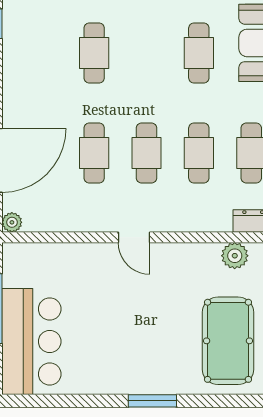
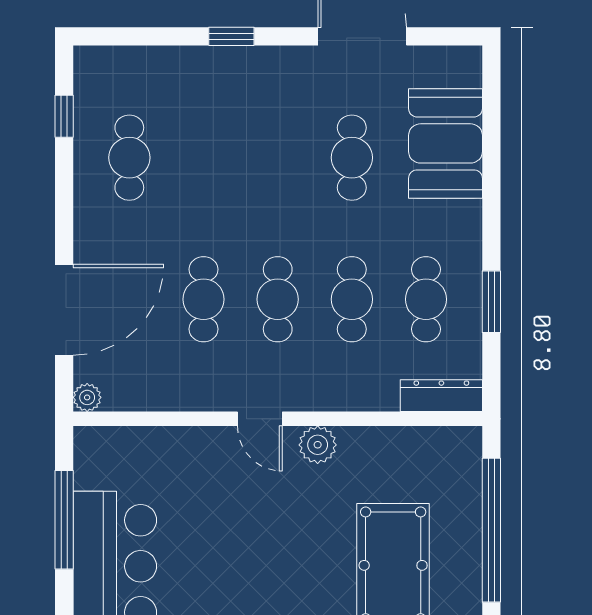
cafe table: (94, 53) -> (129, 158), moved
plant: (235, 256) -> (318, 445), moved

